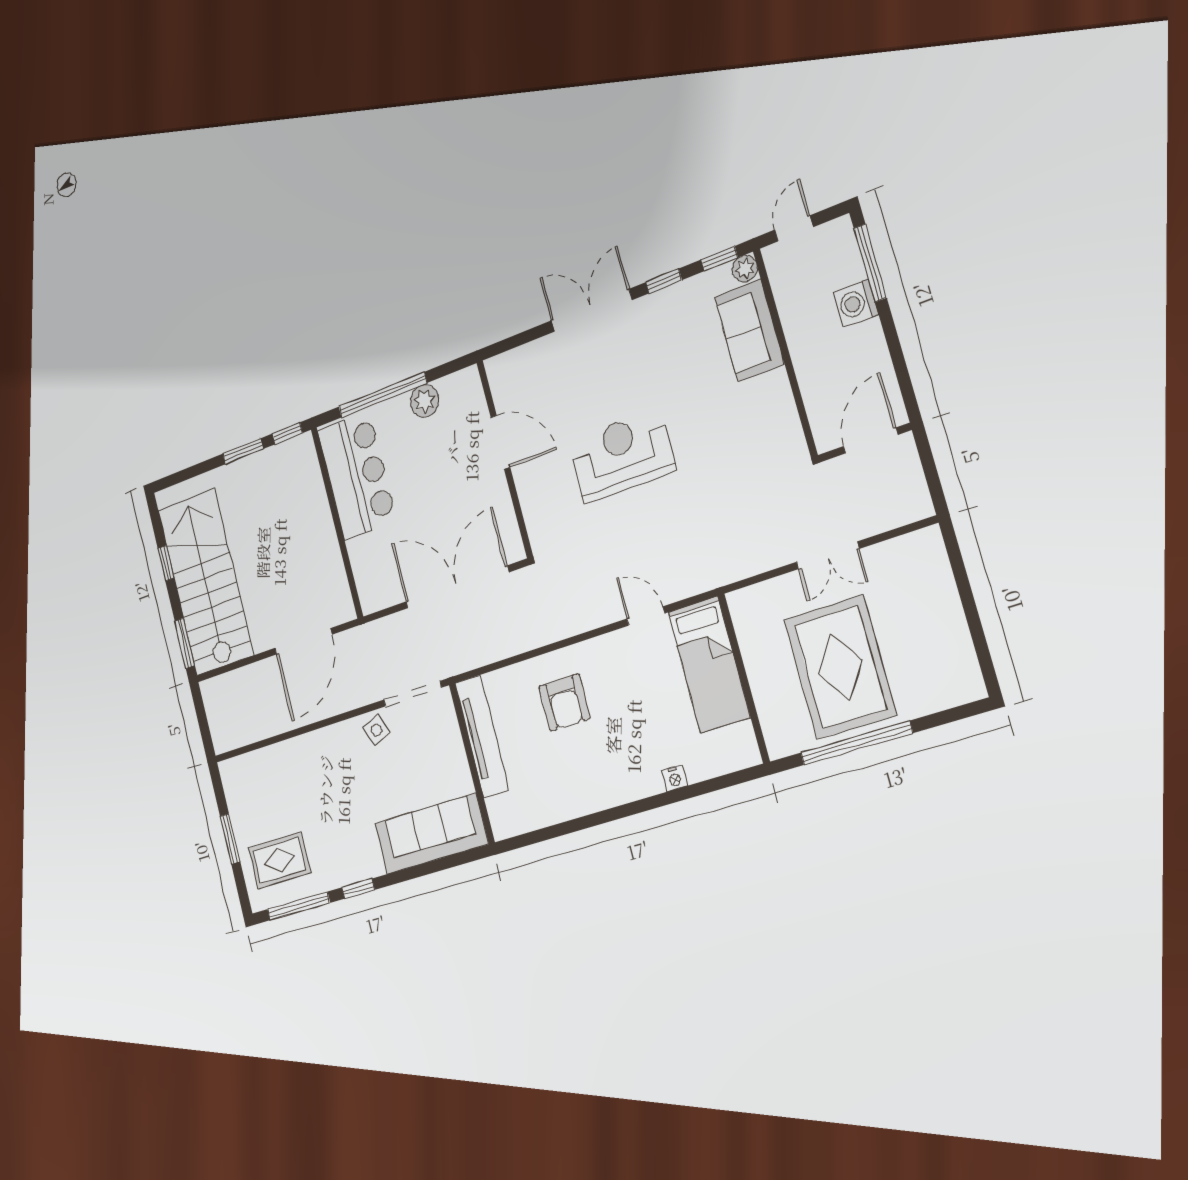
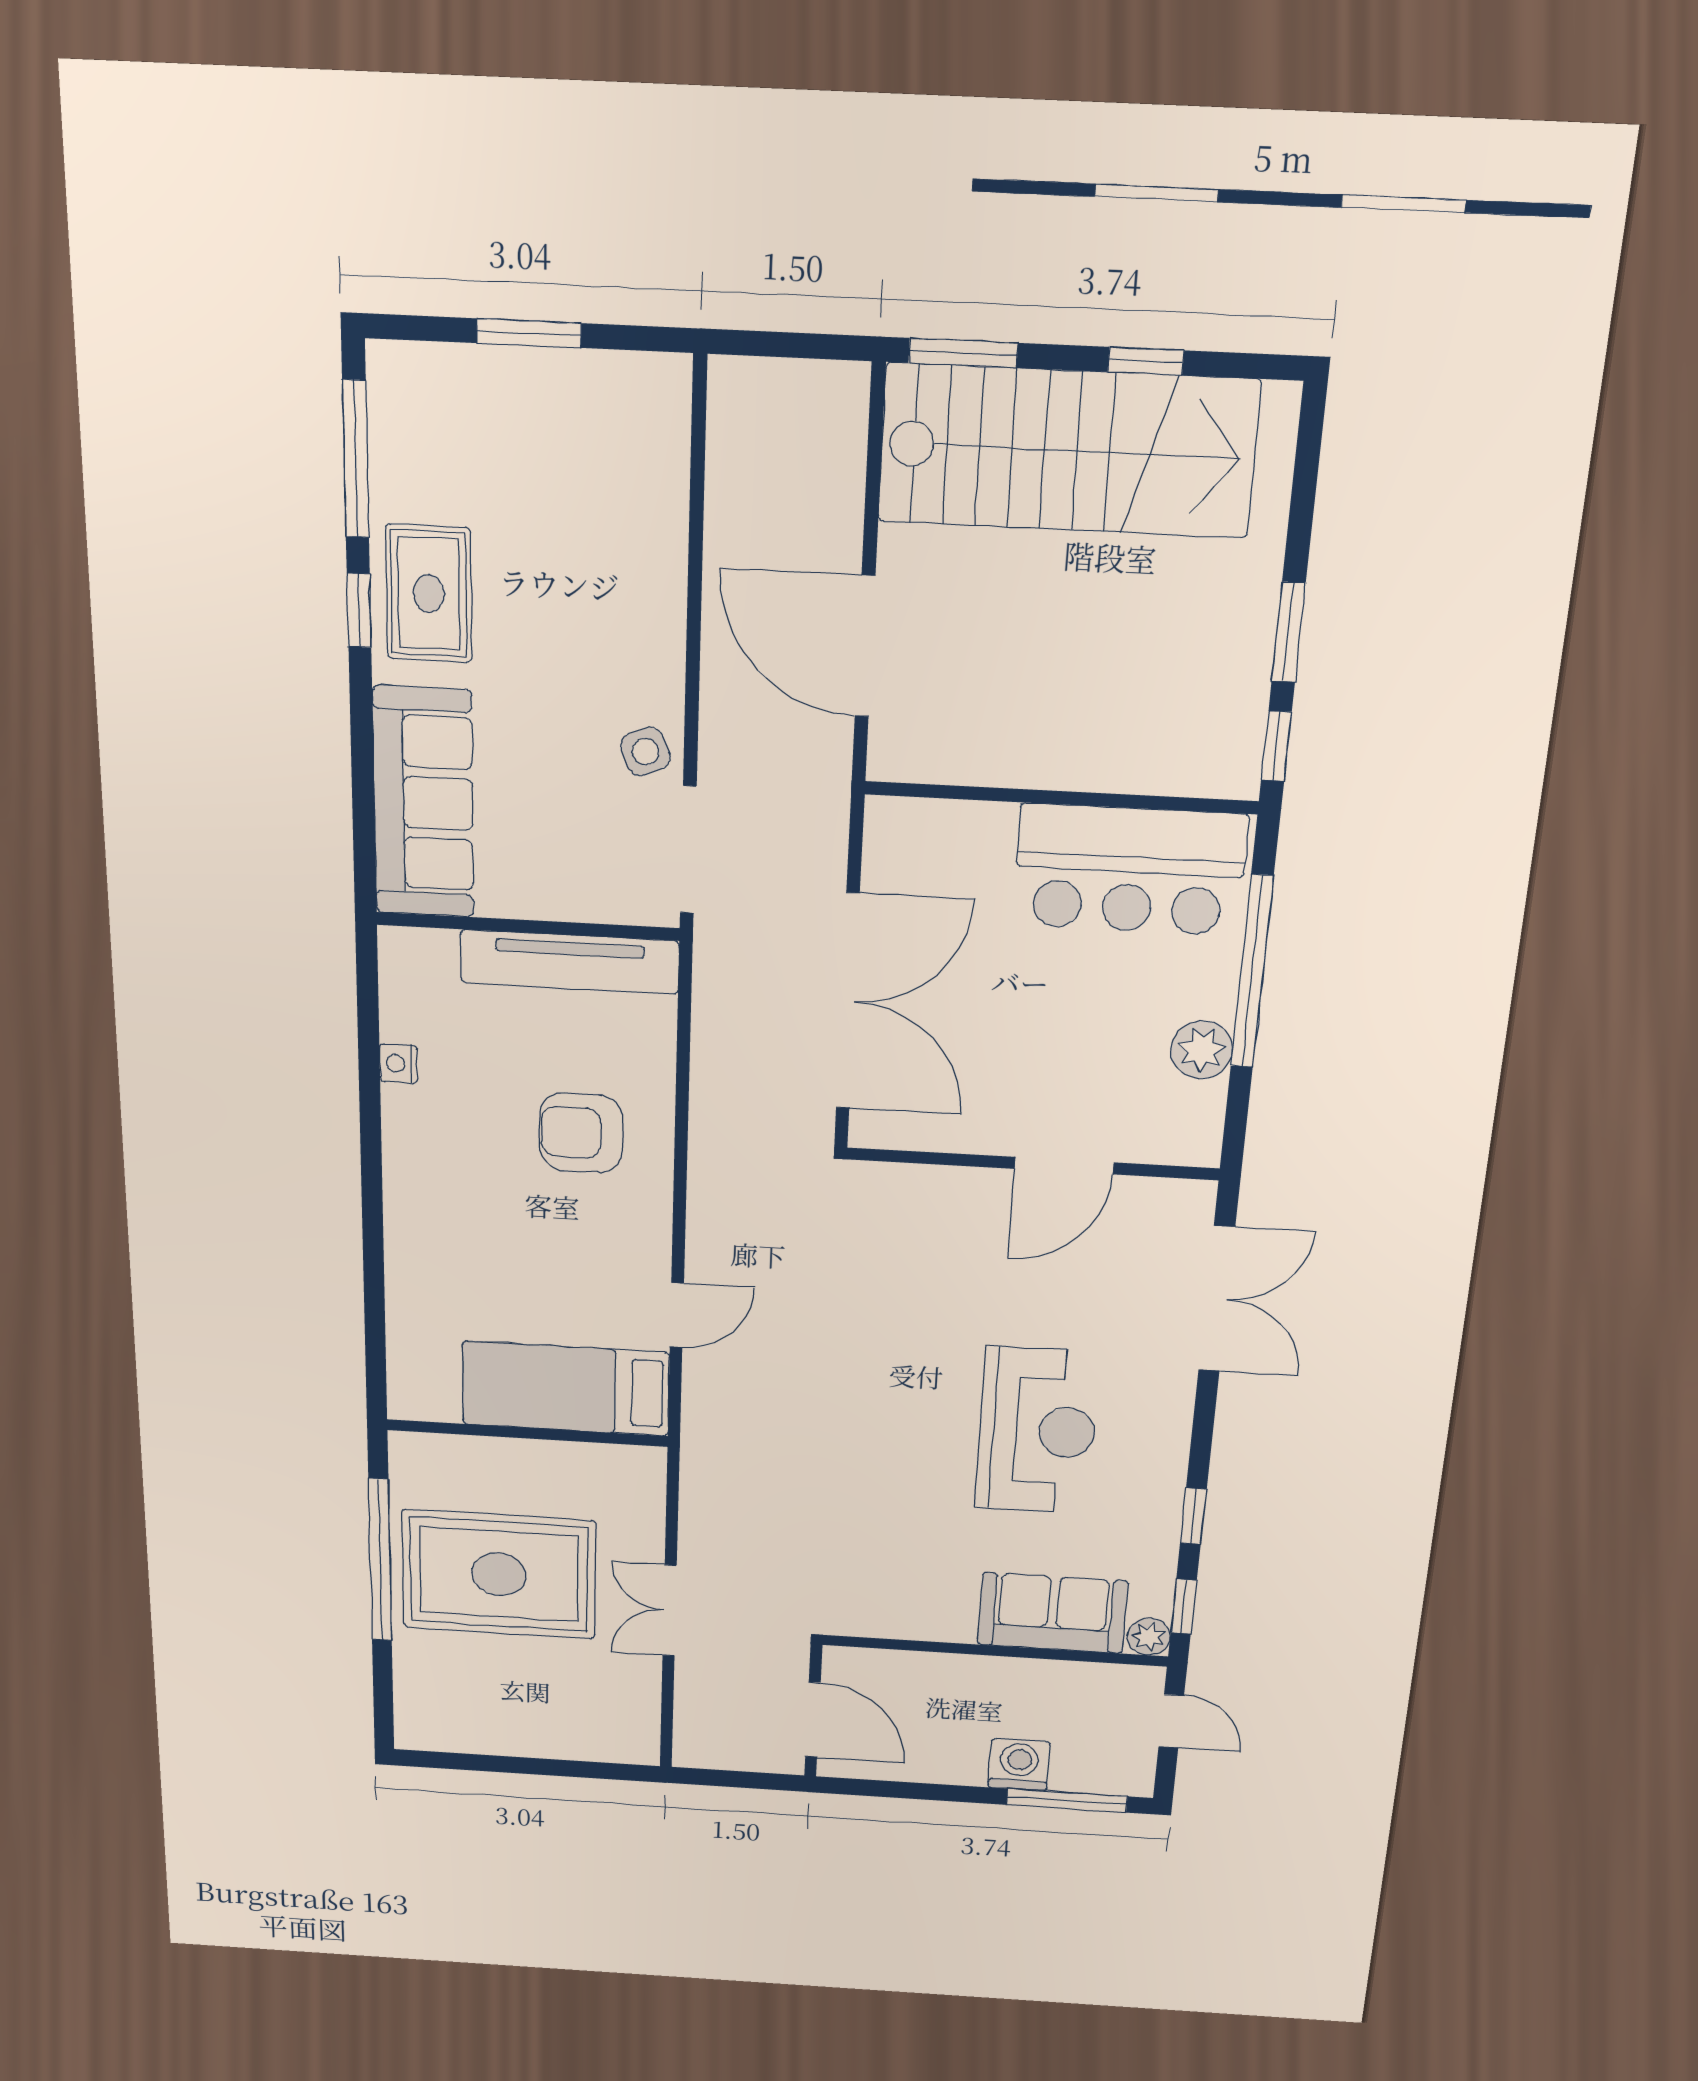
double door: (591, 310) -> (1217, 1299), moved
reception desk: (622, 456) -> (1037, 1431), moved
nightstand: (675, 778) -> (399, 1063), moved
rug: (279, 860) -> (429, 594), moved

